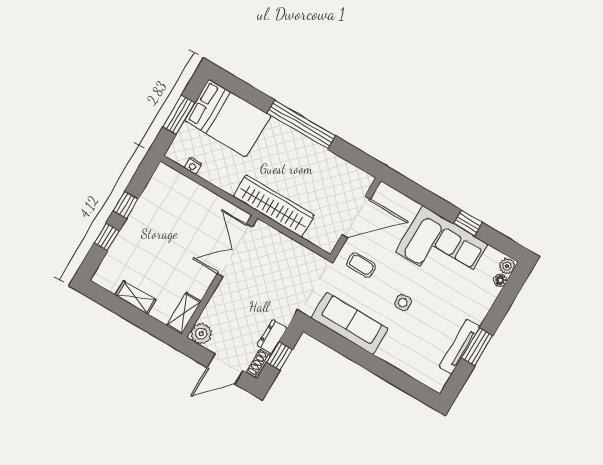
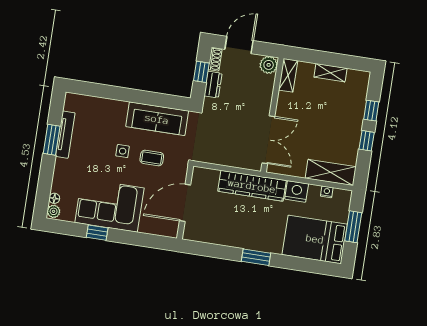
window: (301, 124) -> (256, 257), width x0.47
nightstand: (226, 180) -> (297, 191), added
shelving: (180, 186) -> (331, 172), added
coffee table: (361, 265) -> (152, 158), moved

